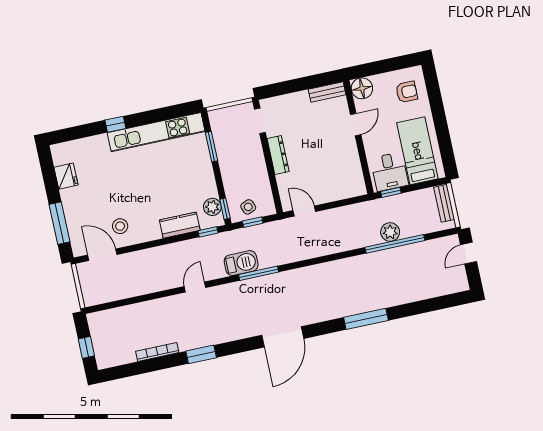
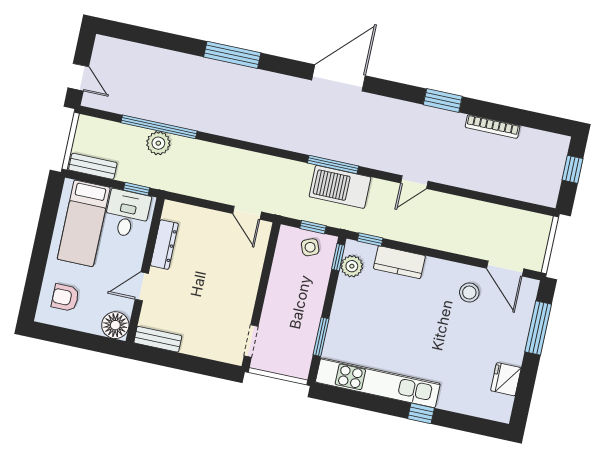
dresser: (278, 155) -> (164, 245), moved, turned 180
bench: (444, 203) -> (93, 166), moved, turned 90
door: (469, 253) -> (78, 77), hinge flipped
barbecue: (241, 263) -> (340, 187), width x1.37, depth x1.21

